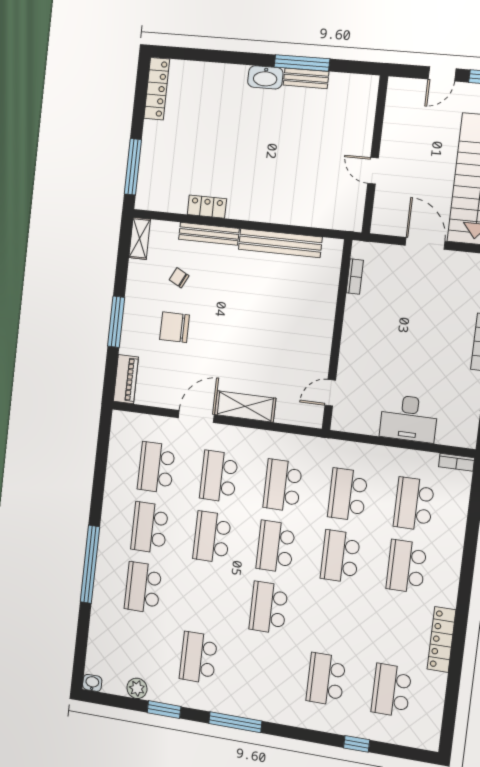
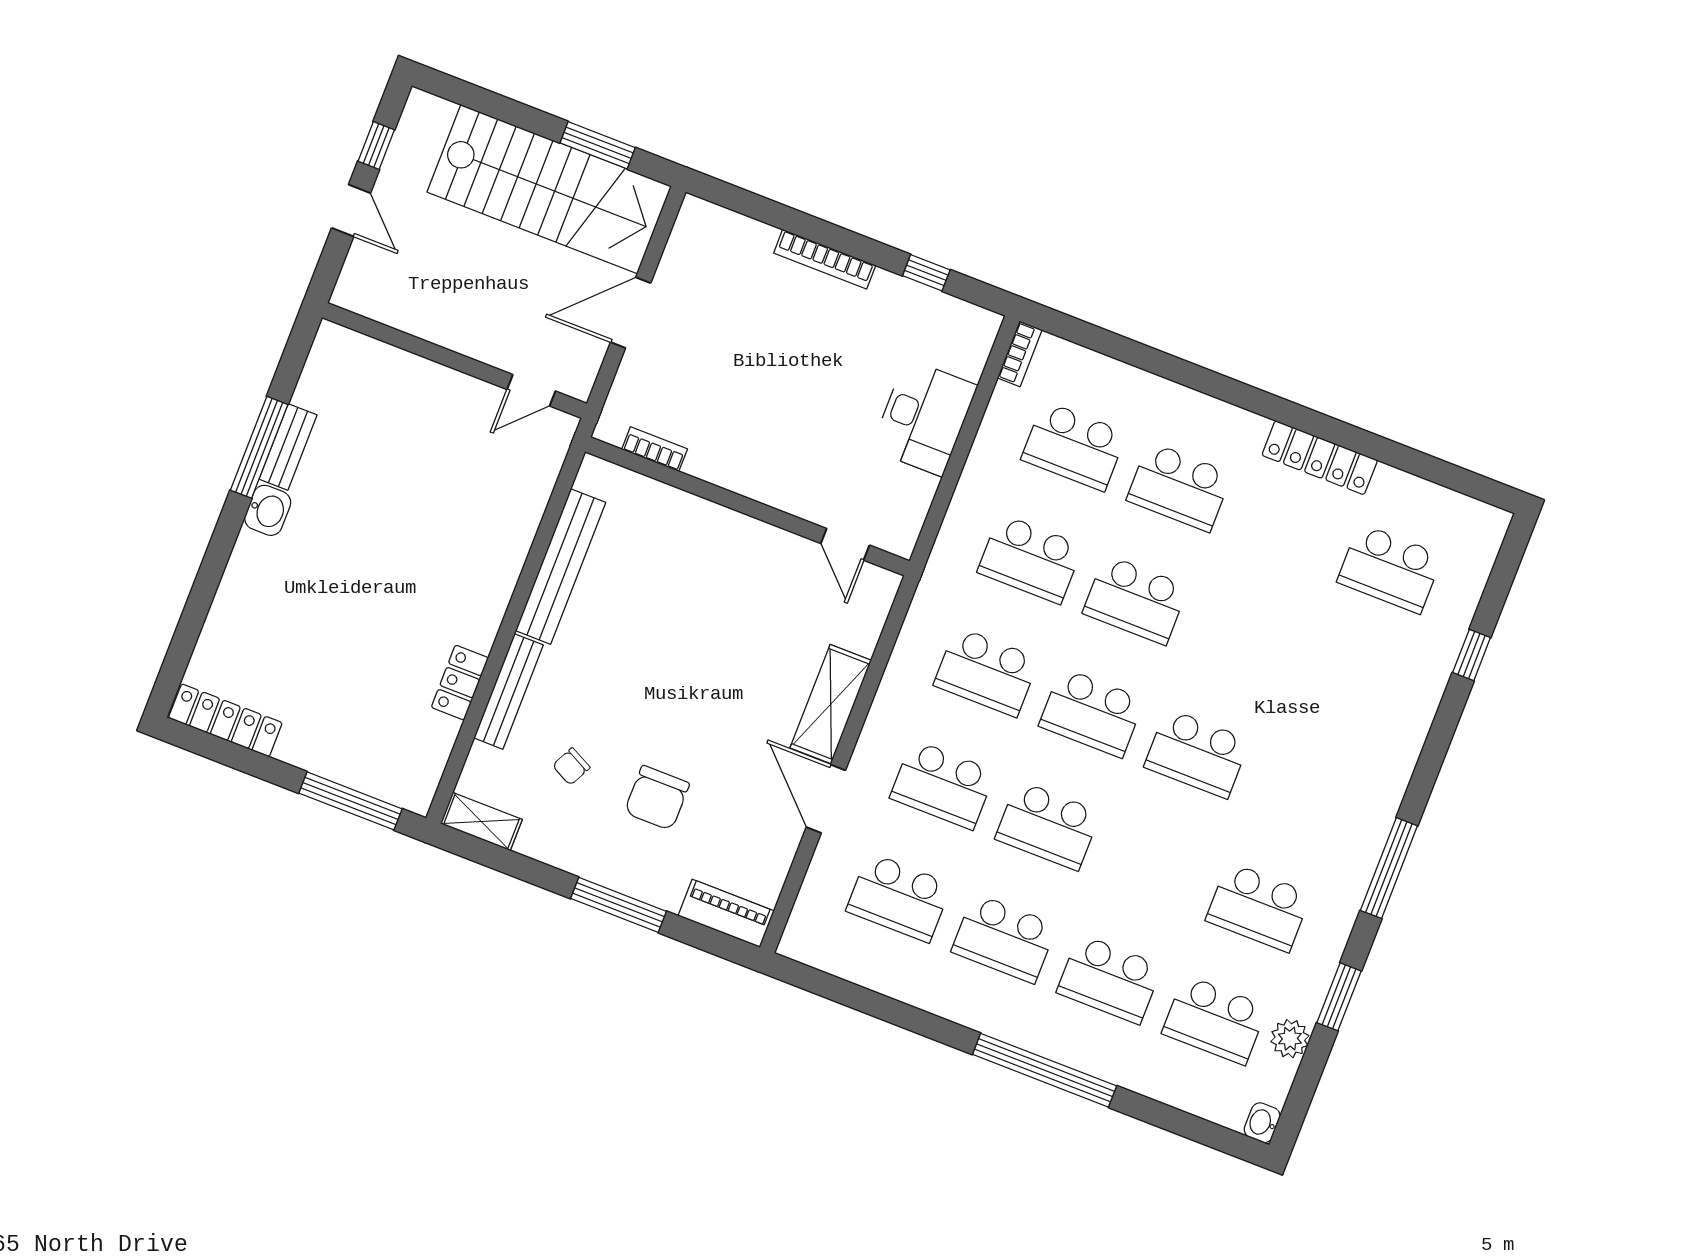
washbasin: (265, 77) -> (268, 510), width x0.72
door: (373, 171) -> (531, 390), moved
school desk: (326, 679) -> (1215, 1020), moved

